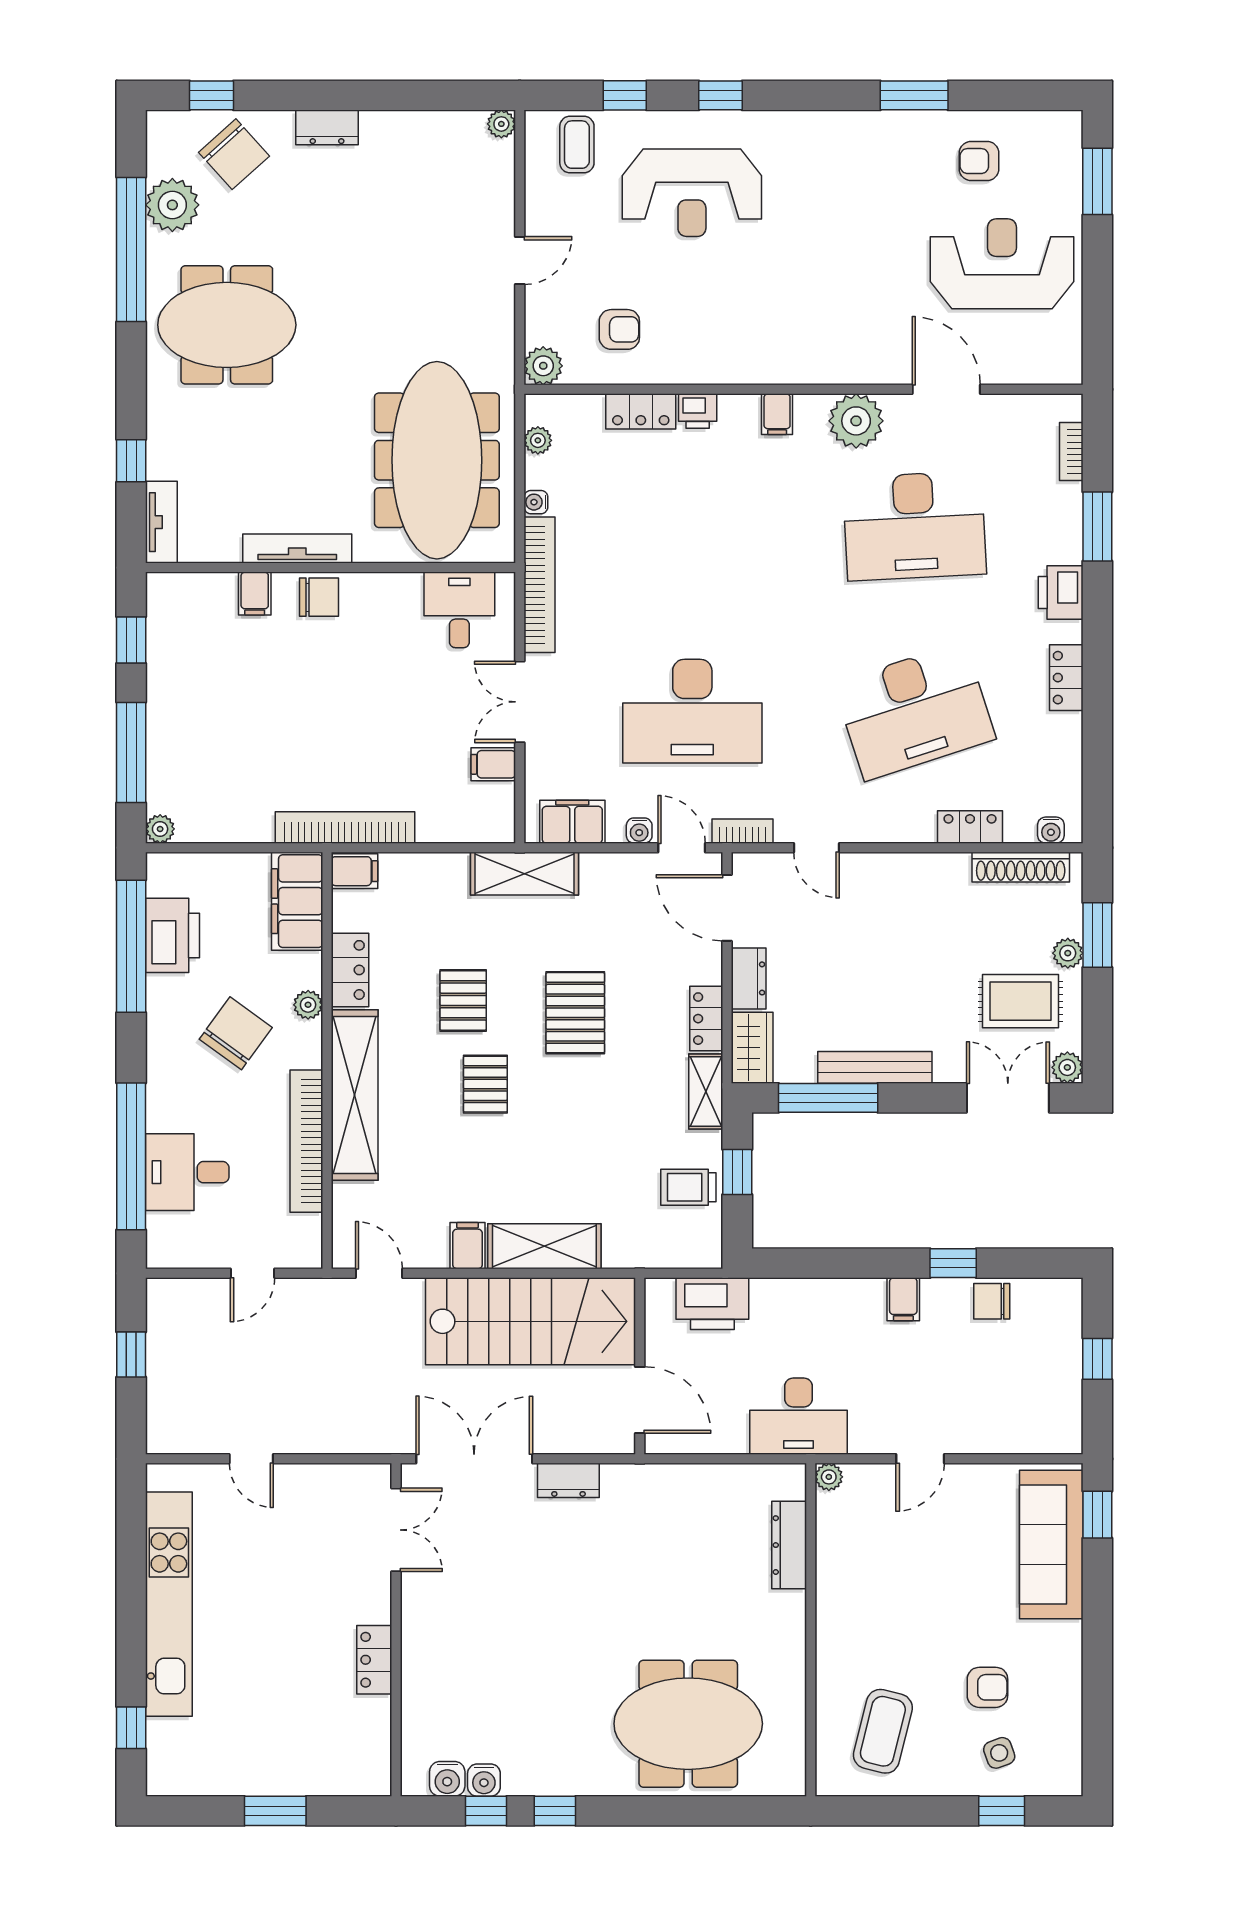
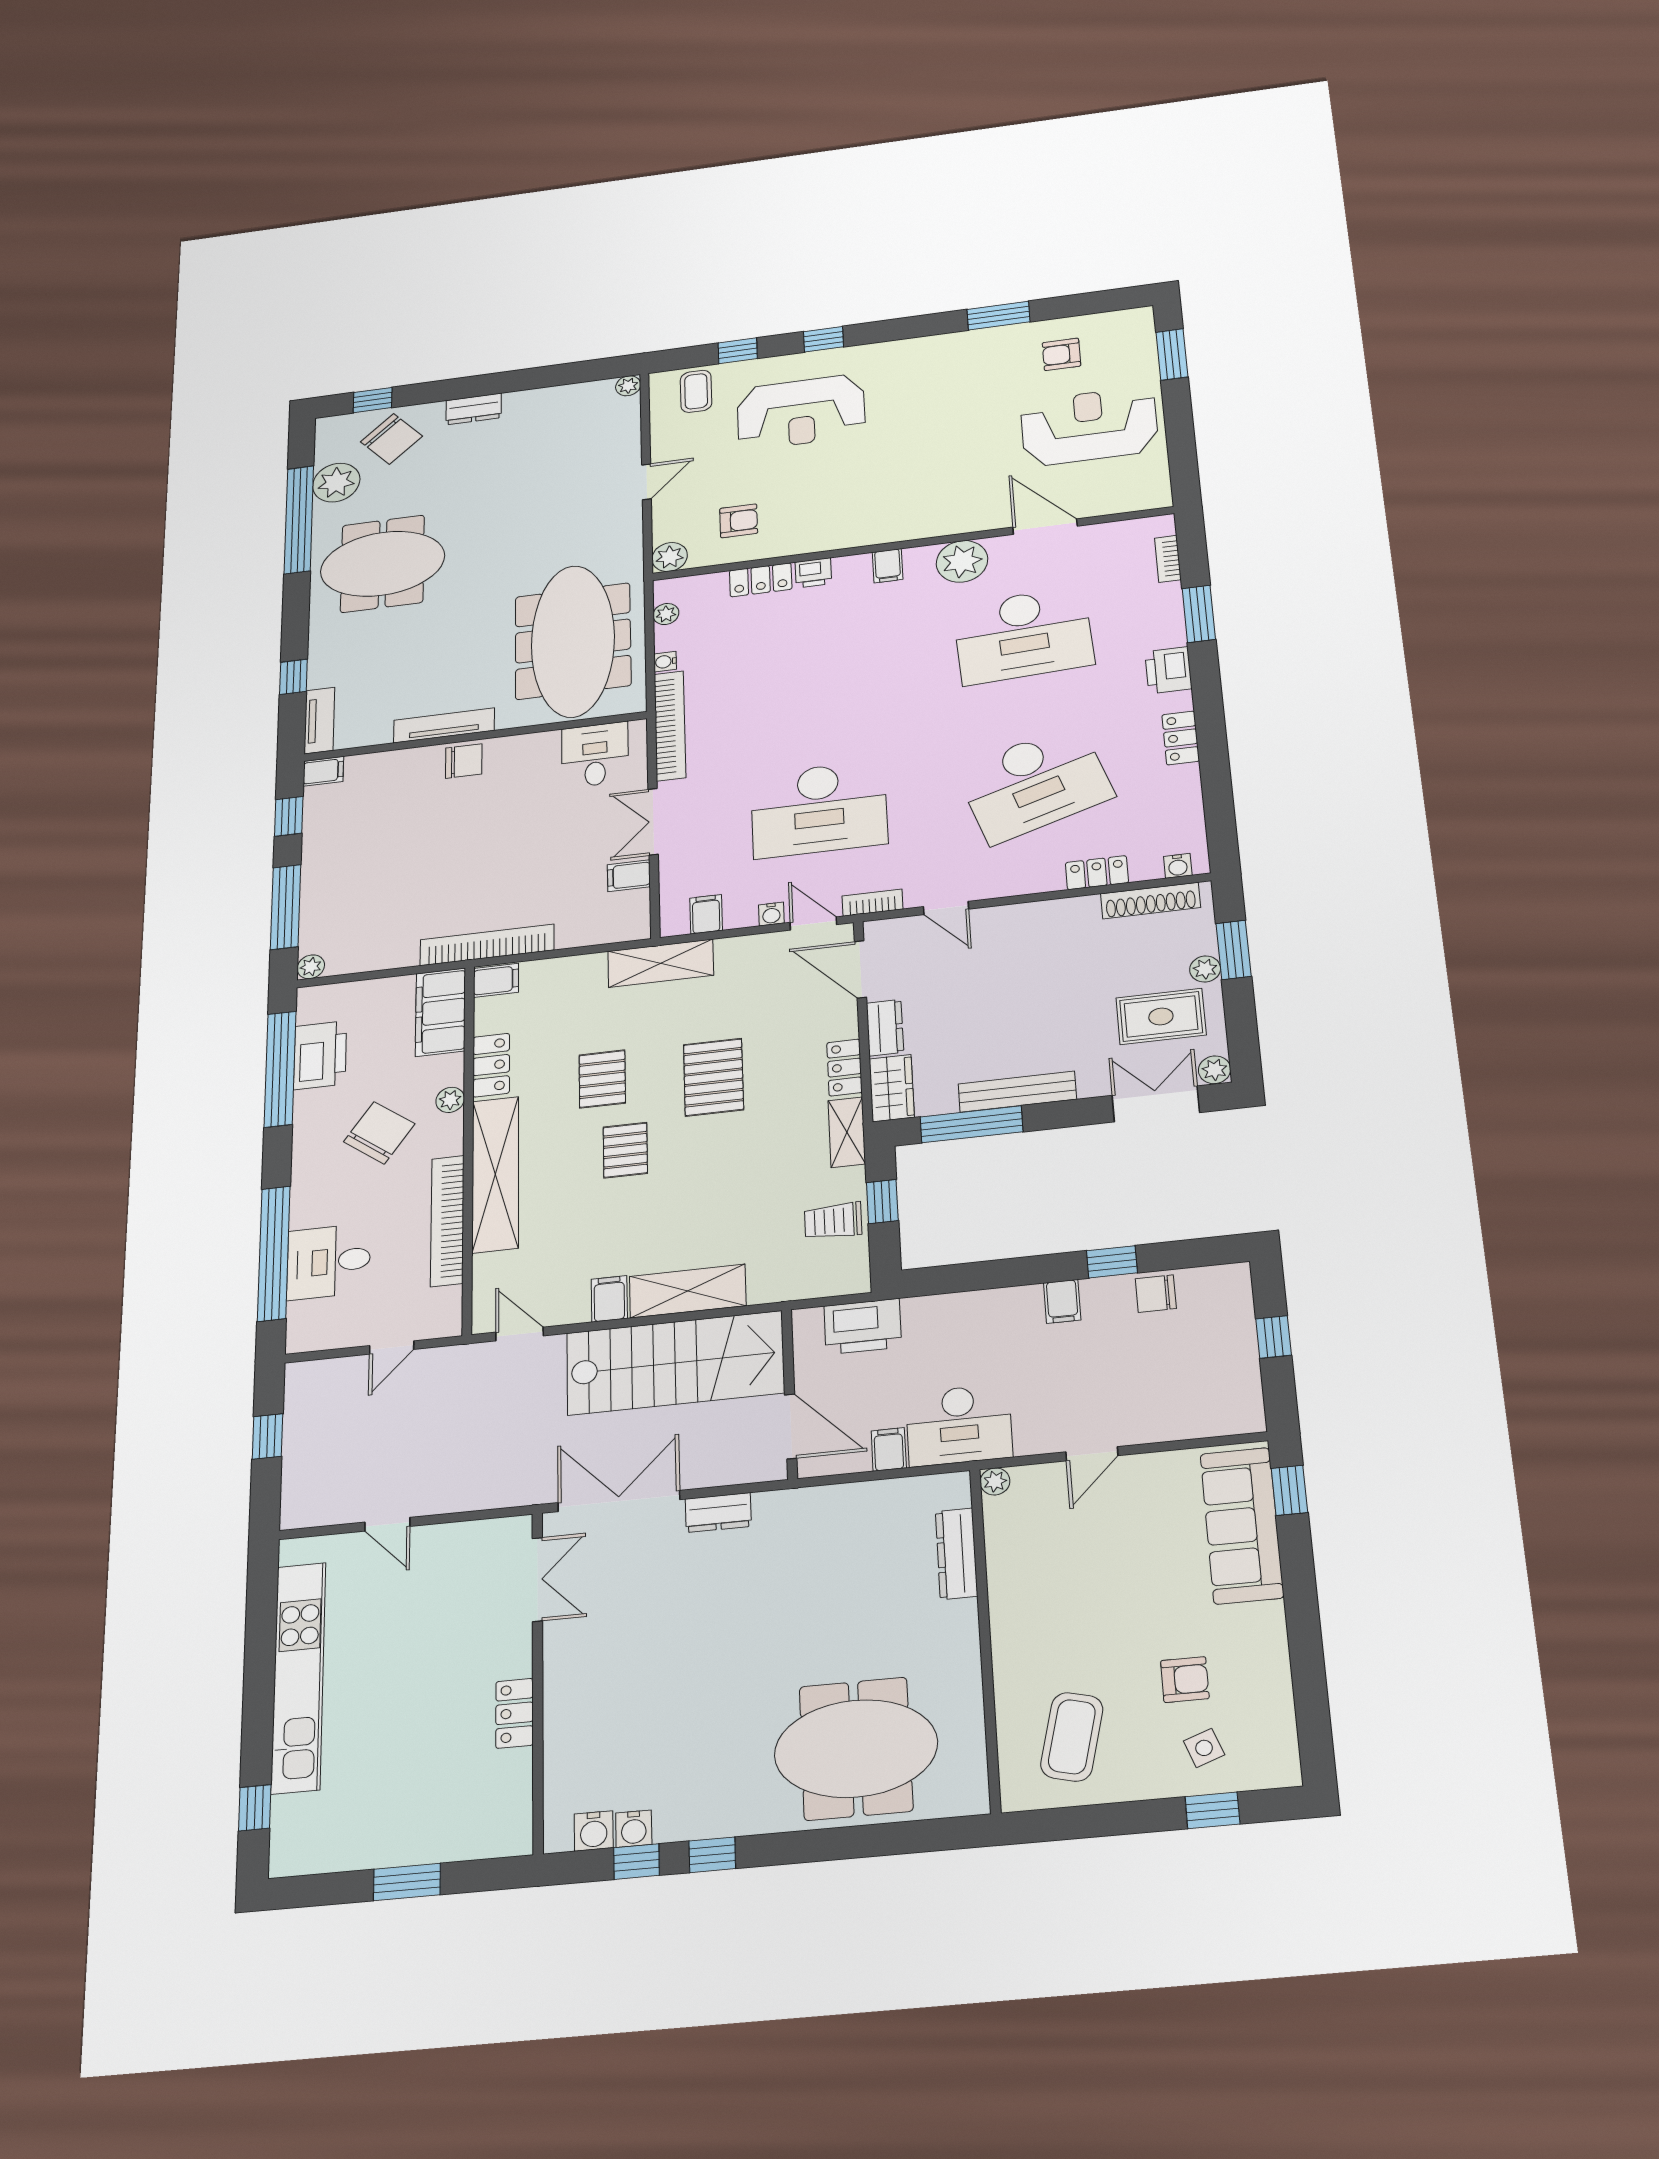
filing cabinet: (255, 593) -> (323, 771), moved, turned -90
filing cabinet: (572, 822) -> (706, 914), width x0.50
filing cabinet: (731, 1434) -> (889, 1449), added

